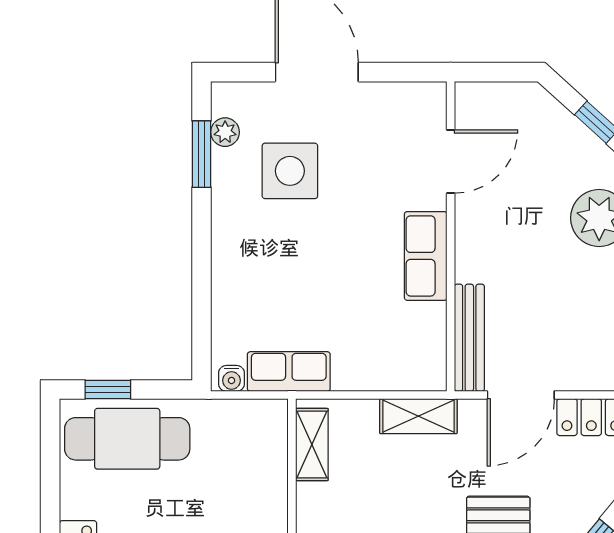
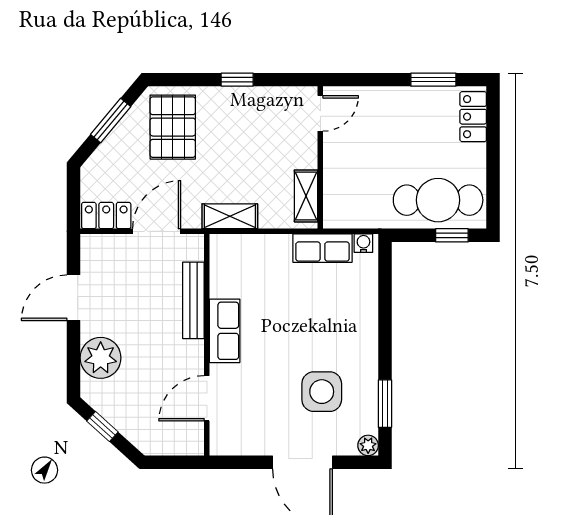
plant: (225, 132) -> (368, 445), moved
bench: (469, 338) -> (193, 300), moved

